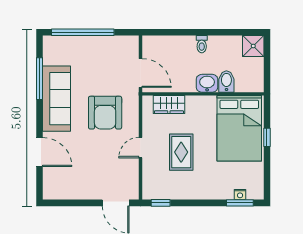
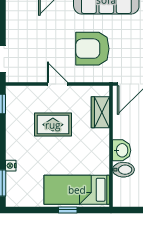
bed: (239, 128) -> (77, 190), width x0.67
nightstand: (240, 194) -> (11, 166), moved

